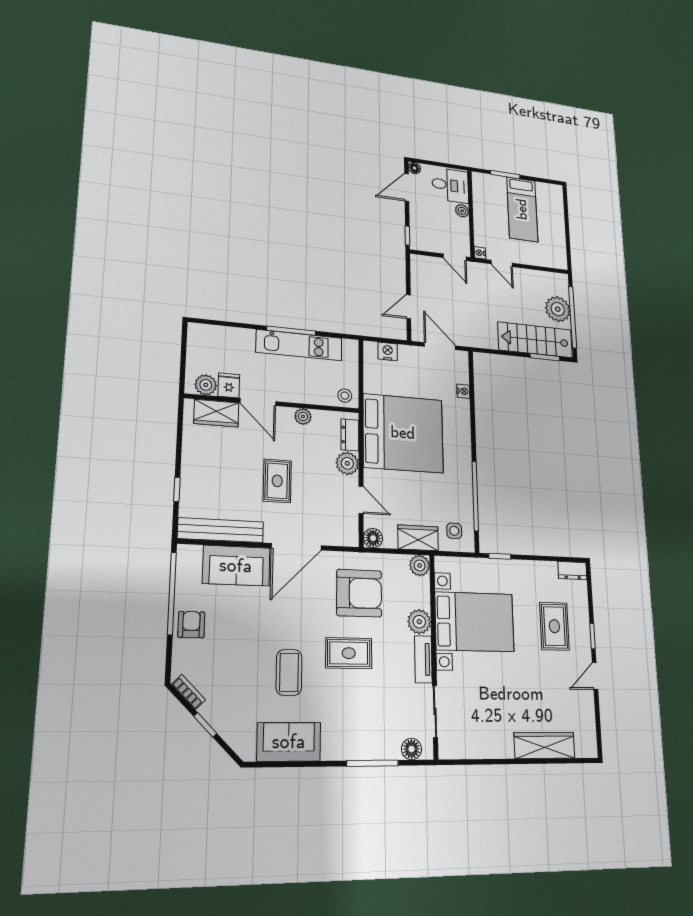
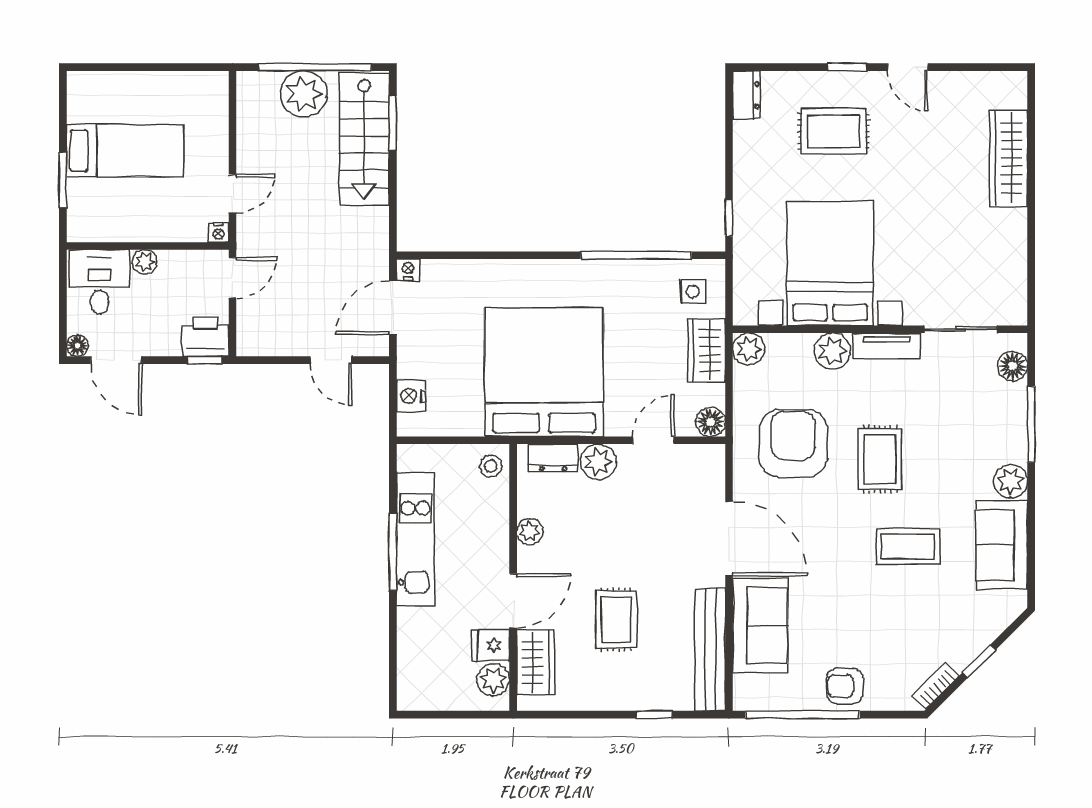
printer: (421, 238) -> (206, 337), added
nightstand: (463, 391) -> (408, 270), moved
rug: (277, 481) -> (616, 619), moved, turned 90
plant: (333, 748) -> (1011, 481), added

